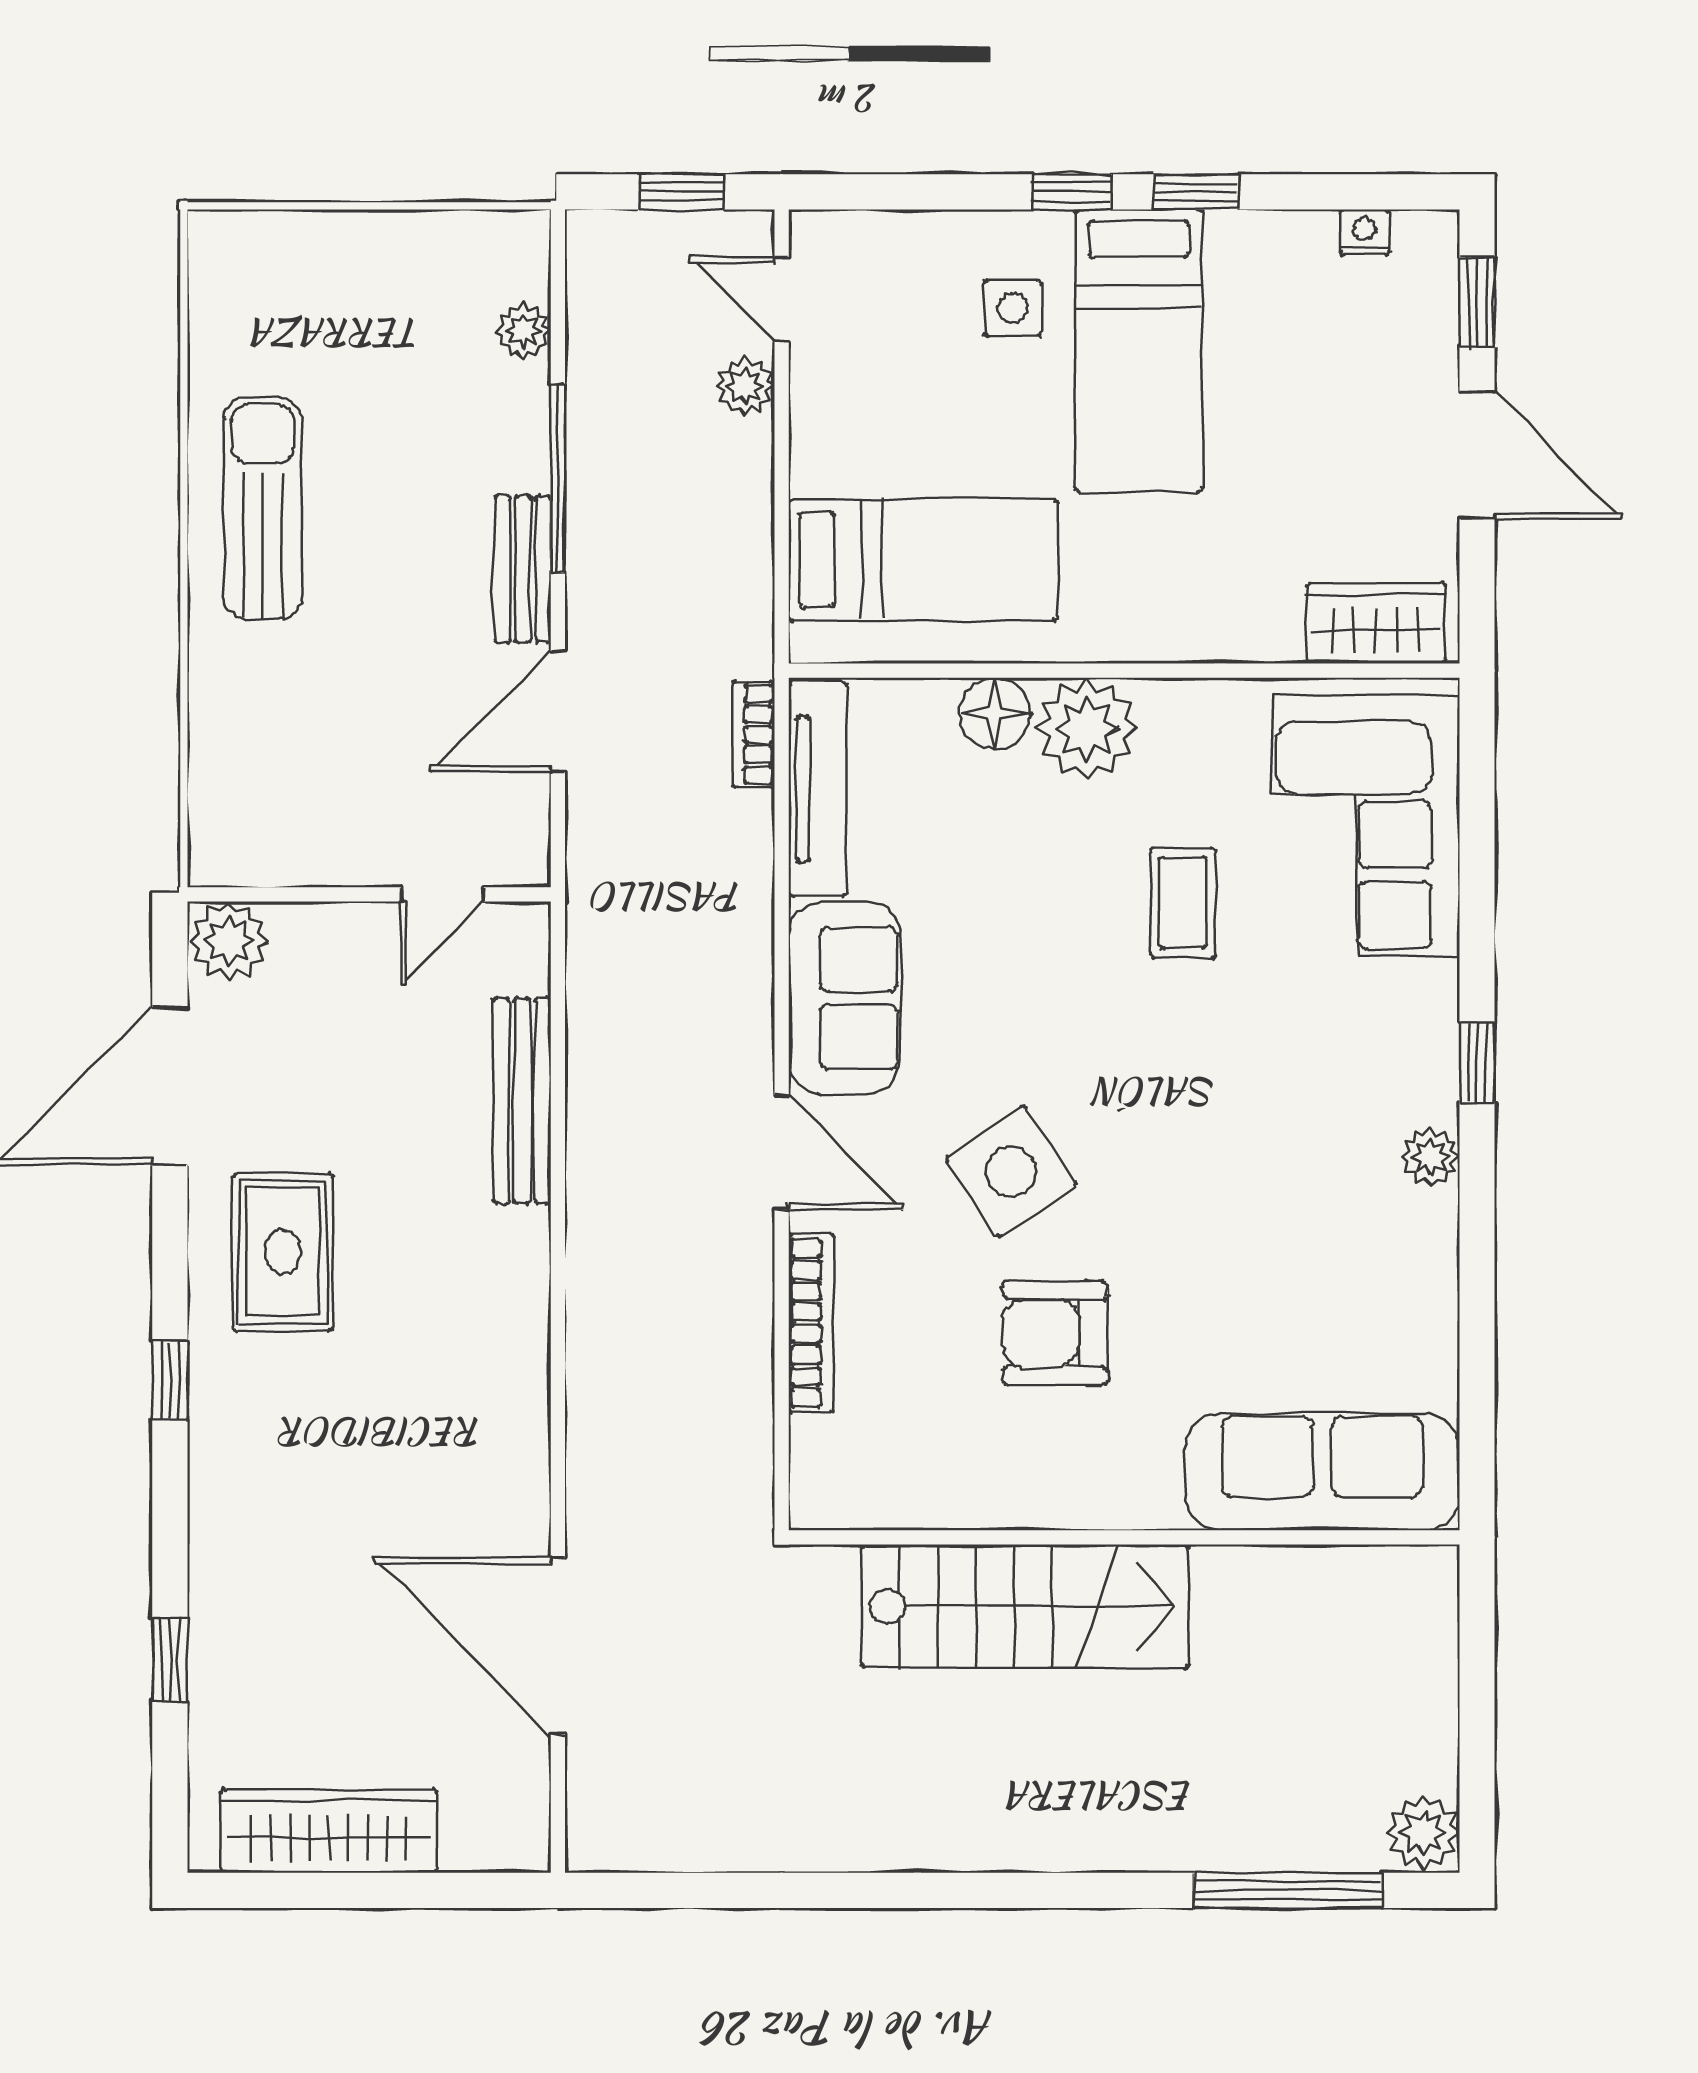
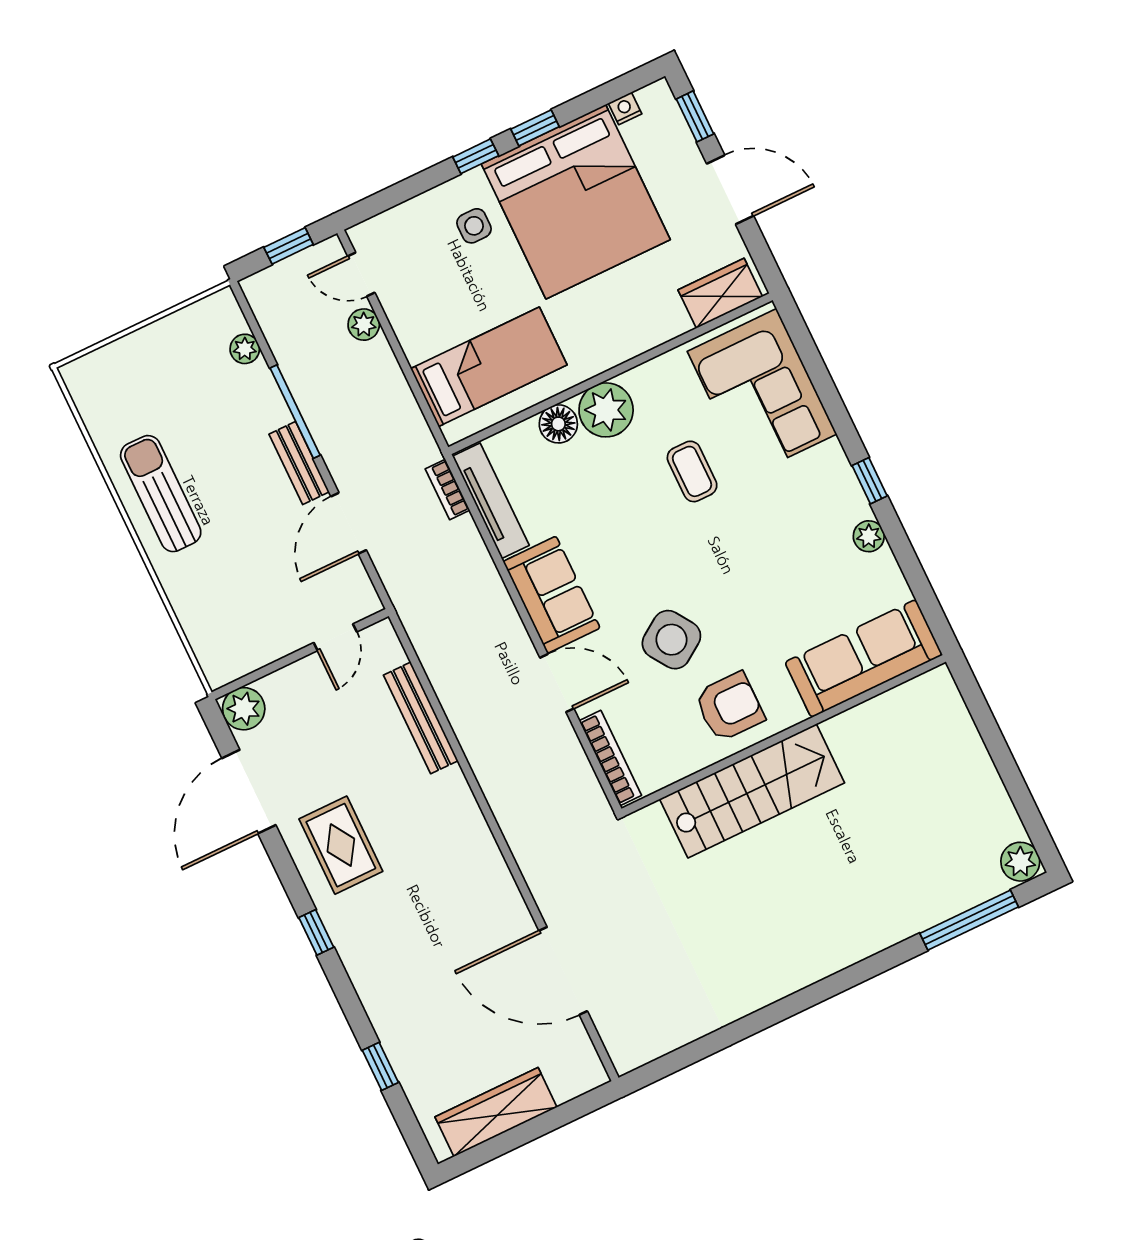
bed: (1139, 350) -> (576, 202), width x2.04
armchair: (1055, 1333) -> (730, 707), turned 180
sofa: (1322, 1472) -> (864, 659), moved
wall: (1124, 1537) -> (784, 735), moved
stairs: (1025, 1606) -> (752, 791), moved

